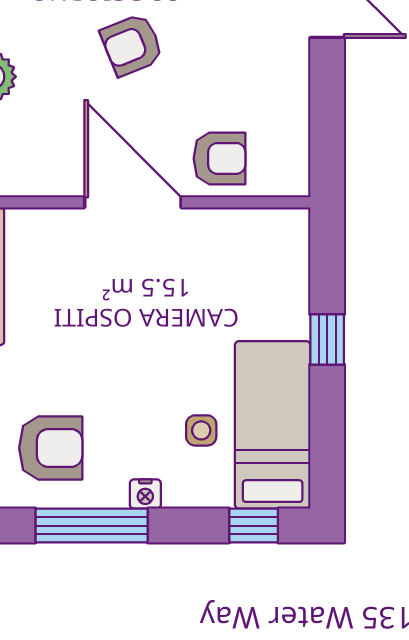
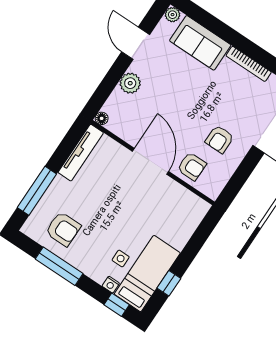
armchair: (132, 45) -> (219, 139), moved, turned -68
window: (327, 339) -> (169, 283), moved
nightstand: (145, 494) -> (111, 285), moved

